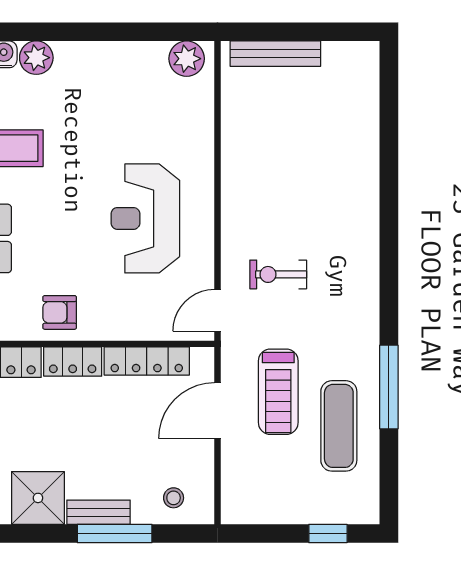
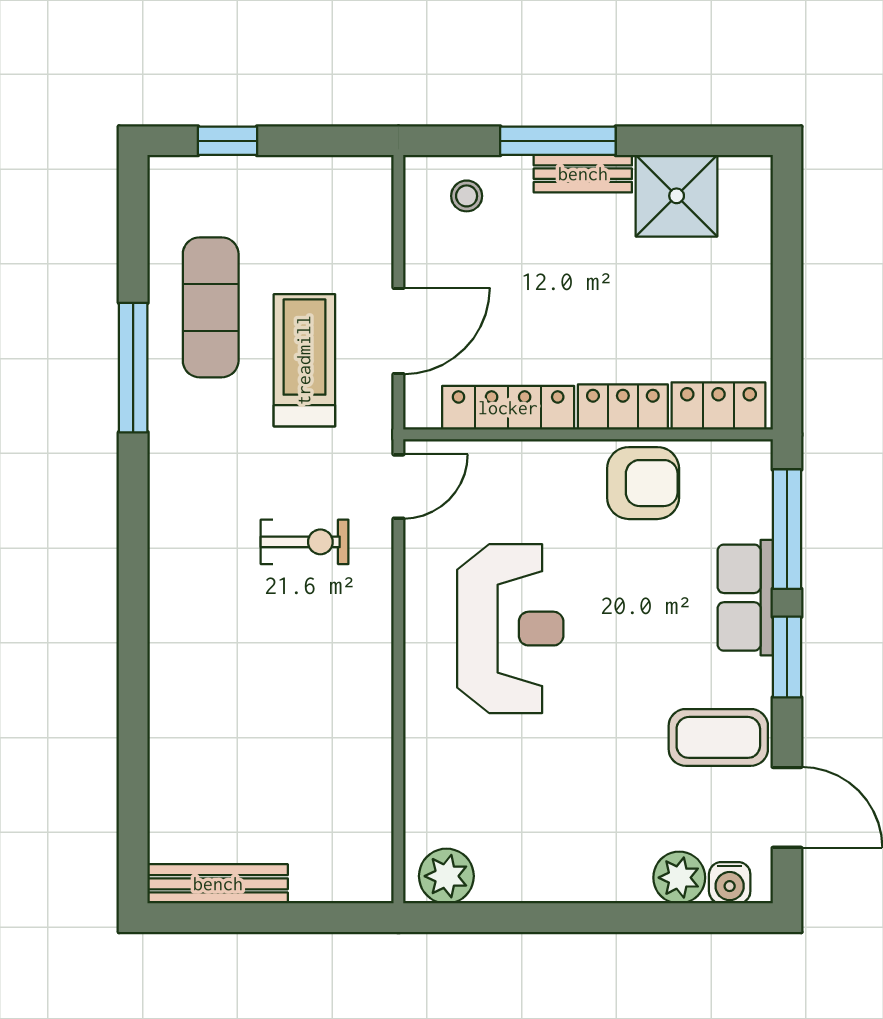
bench: (275, 54) -> (218, 884), moved
armchair: (60, 312) -> (643, 483), width x1.38, depth x1.38

